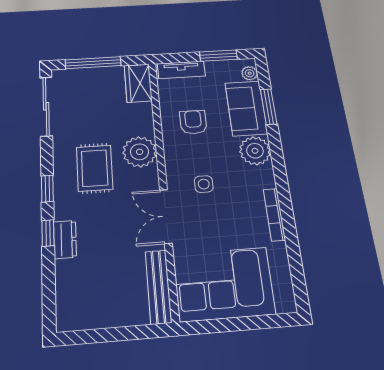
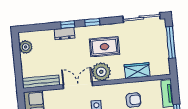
wardrobe: (138, 83) -> (137, 71), moved
plant: (140, 152) -> (101, 72), moved
plant: (87, 317) -> (26, 47), added

